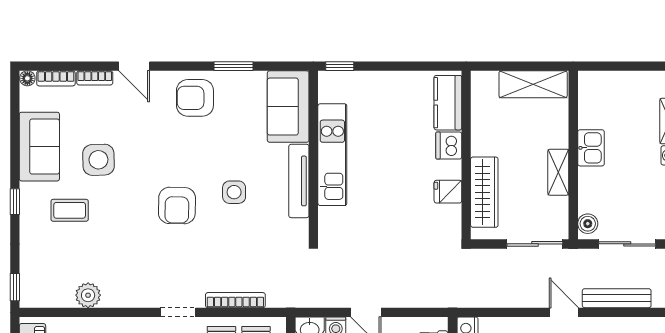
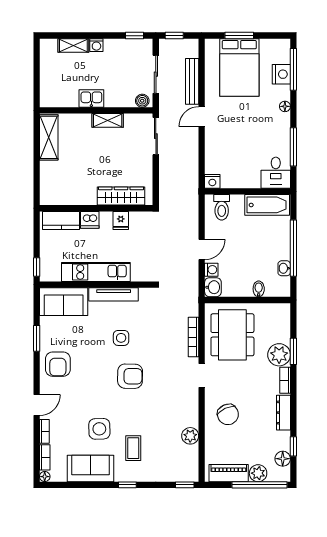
kitchen counter: (448, 103) -> (61, 220), moved
dishwasher: (449, 146) -> (90, 220), moved
wall: (466, 155) -> (96, 208), moved
fridge: (448, 192) -> (121, 220), moved
wardrobe: (484, 192) -> (121, 196), moved

